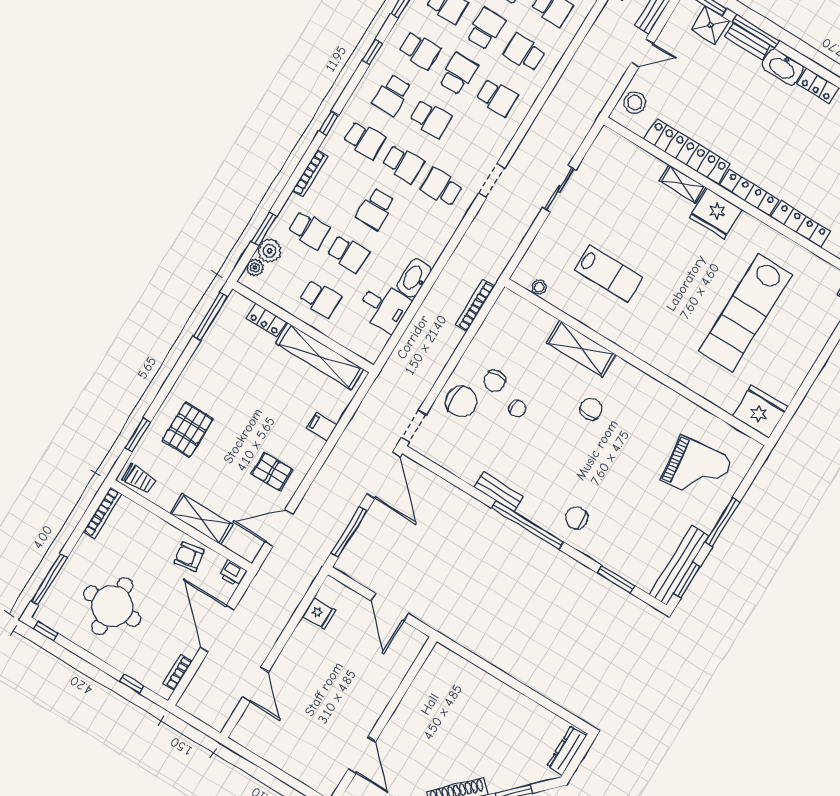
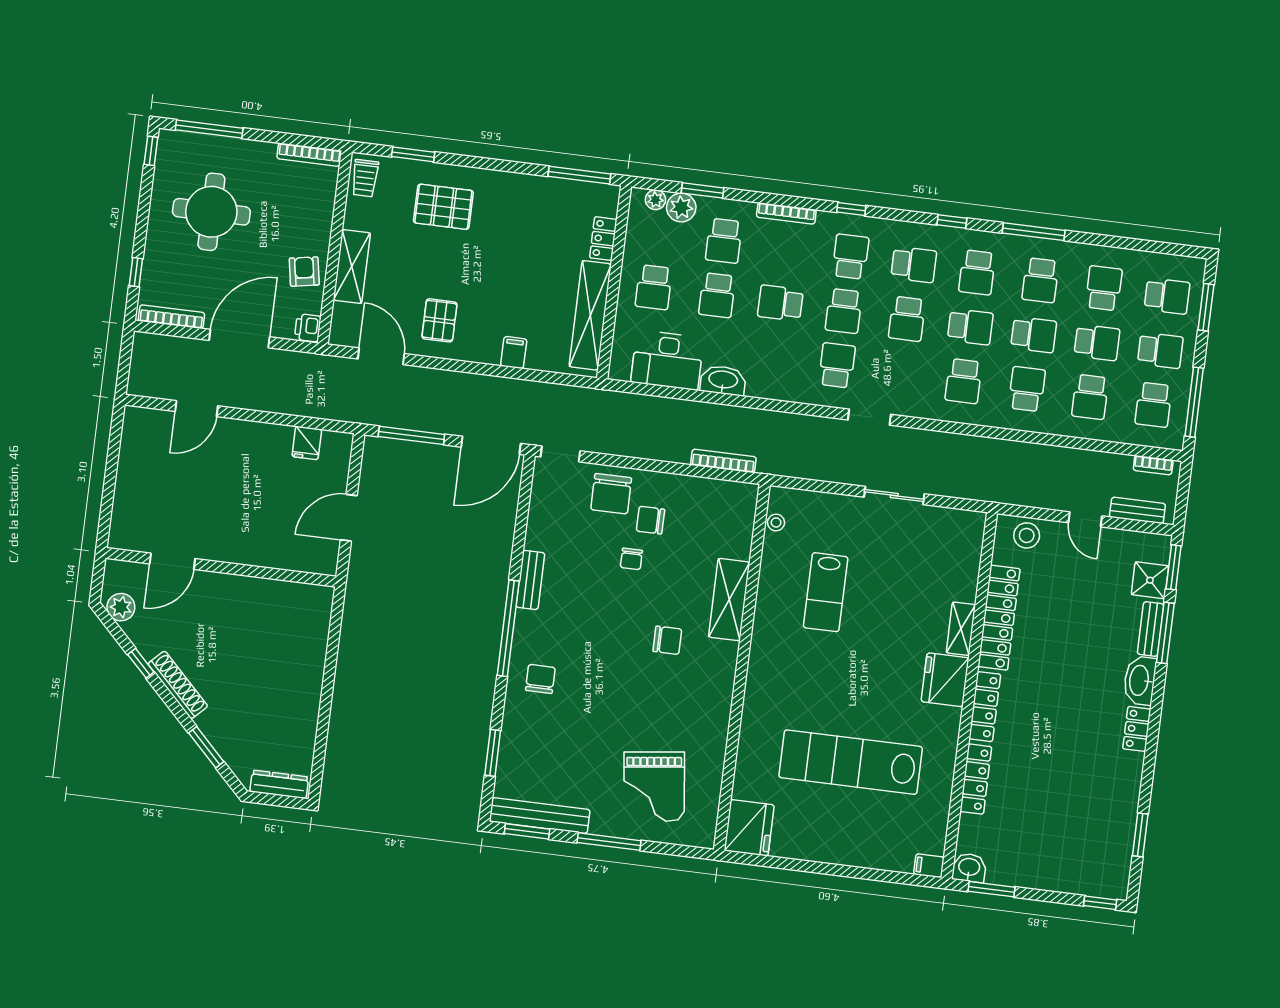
school desk: (392, 95) -> (914, 264), turned 180
school desk: (364, 140) -> (850, 257), turned 180
desk: (384, 307) -> (667, 360), width x1.37
bookcase: (178, 672) -> (171, 317), width x1.56

